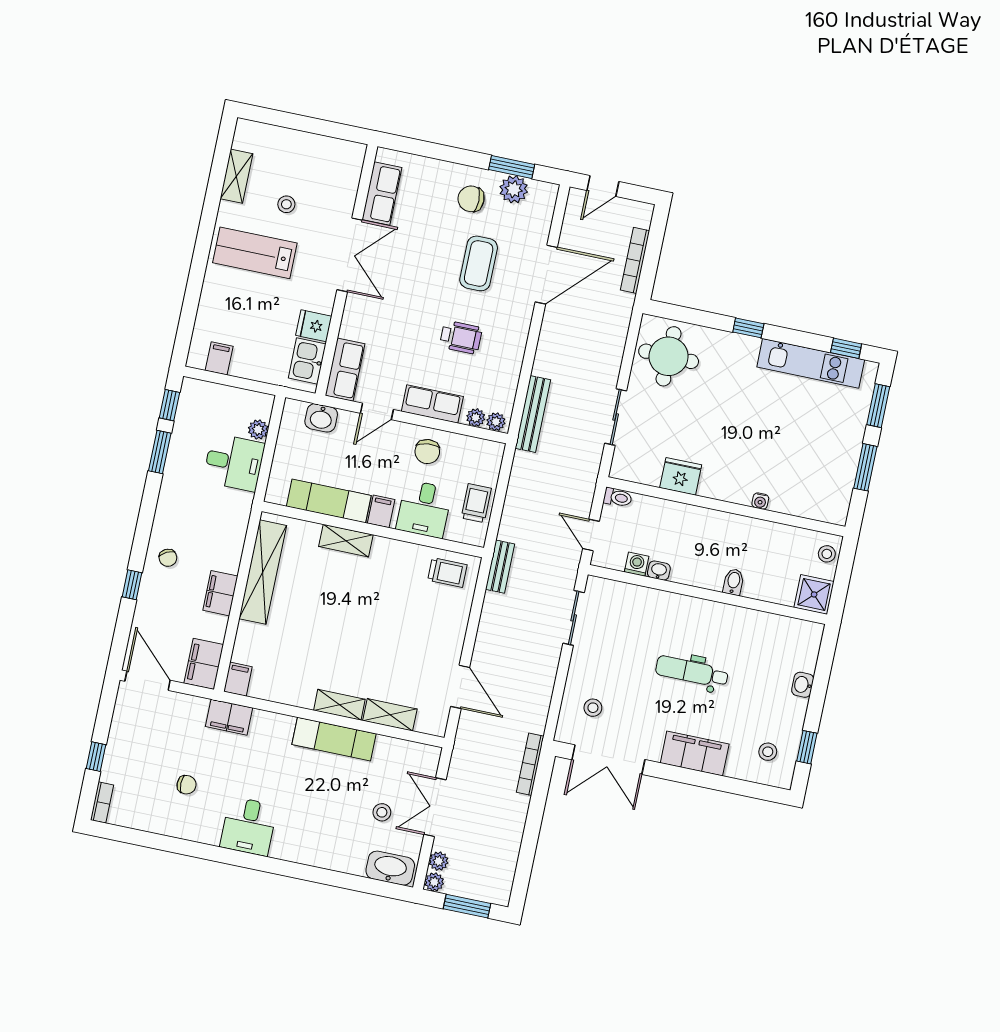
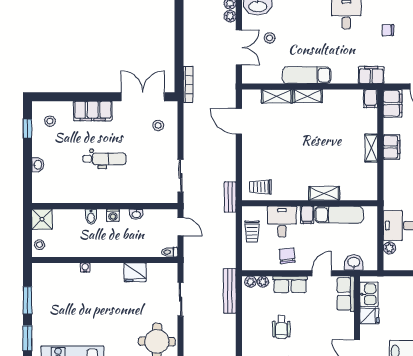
wheelchair: (461, 337) -> (281, 327), turned -90
washing machine: (637, 564) -> (113, 215), moved
shelving: (263, 572) -> (371, 148), width x0.45, depth x0.75

